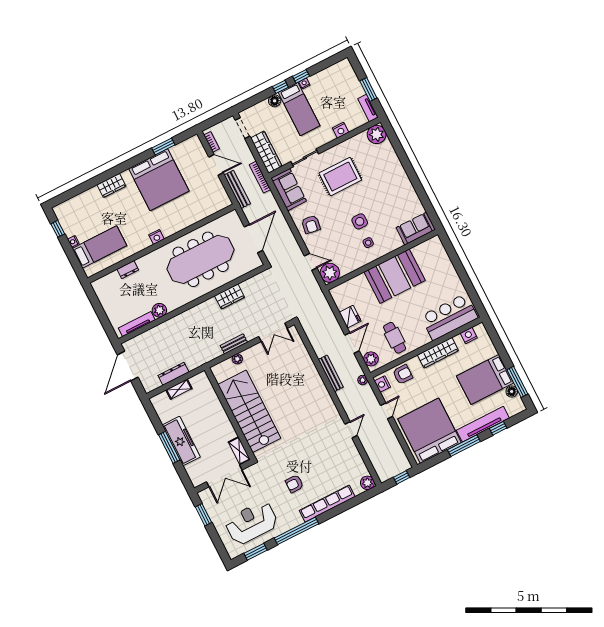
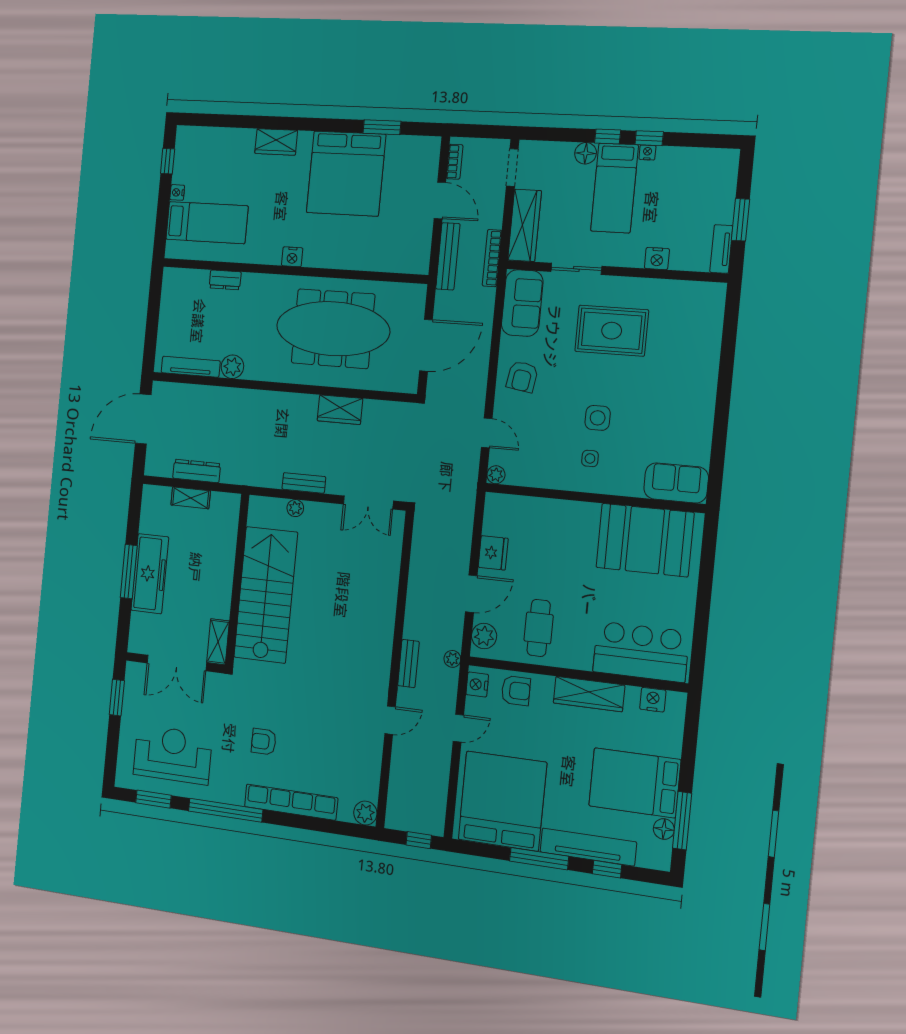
plant: (377, 134) -> (709, 299), removed
plant: (330, 273) -> (496, 475), width x0.53, depth x0.53
booth: (395, 276) -> (645, 540), moved
bench: (331, 373) -> (408, 664), moved, width x0.73

